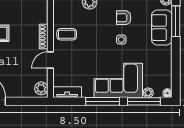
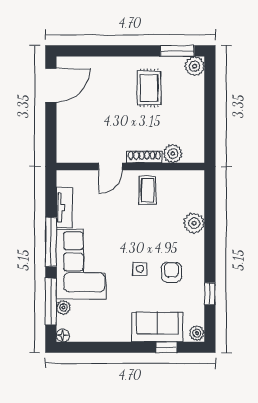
window: (176, 21) -> (166, 347), width x0.46
door: (50, 60) -> (110, 167), swing flipped
plant: (41, 88) -> (173, 154), moved
tv unit: (67, 92) -> (64, 208), moved

